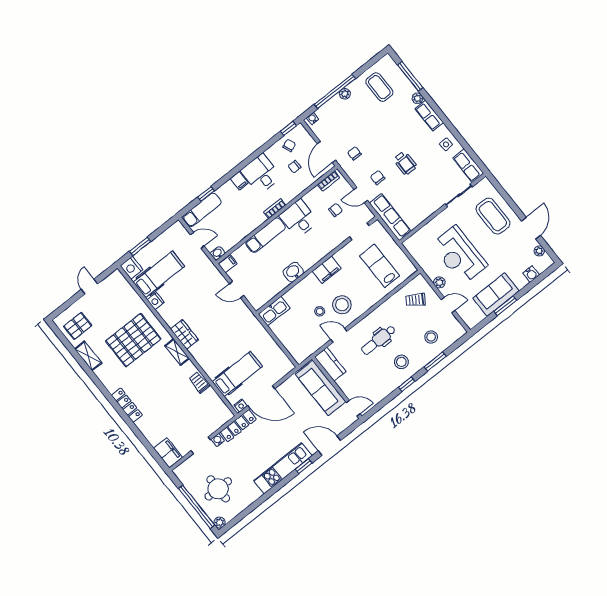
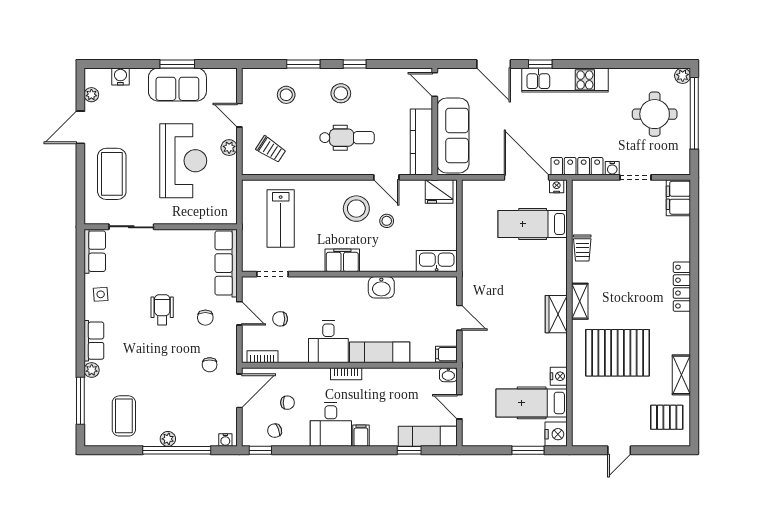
fridge: (303, 351) -> (439, 192), added
kitchen counter: (330, 364) -> (421, 142), width x1.50

